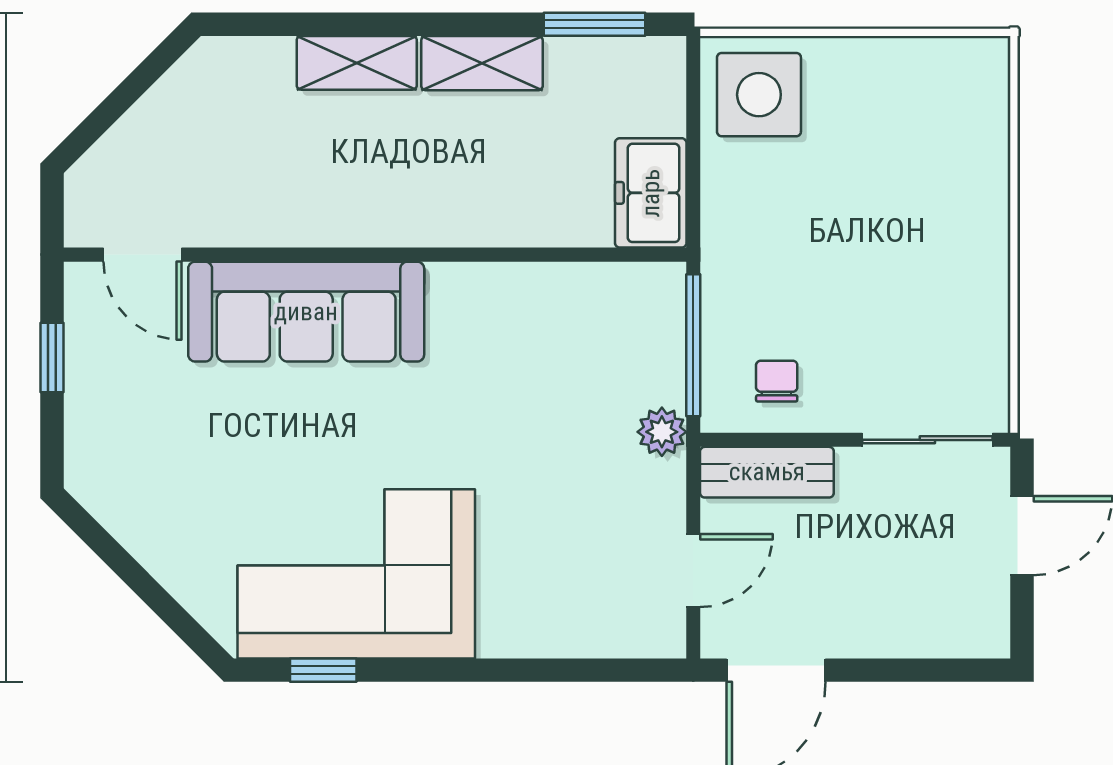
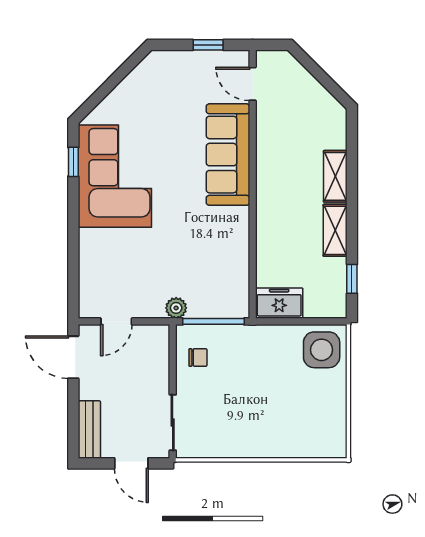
window: (594, 24) -> (352, 279), width x0.67
door: (142, 255) -> (253, 84), hinge flipped
bench: (767, 472) -> (89, 430), moved
door: (693, 571) -> (116, 321), hinge flipped

